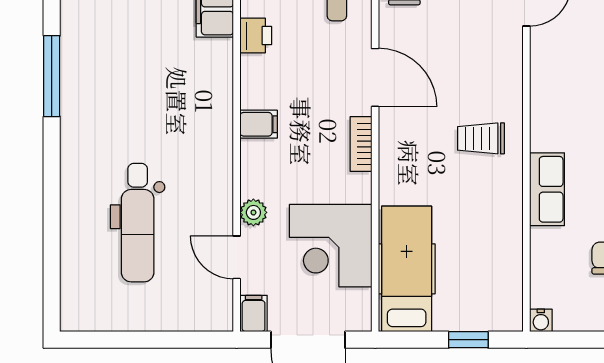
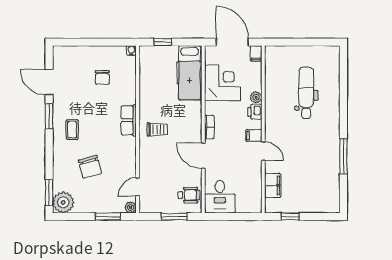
printer: (256, 36) -> (255, 112), moved
row of seats: (547, 189) -> (129, 120), moved
door: (237, 257) -> (263, 151), moved

